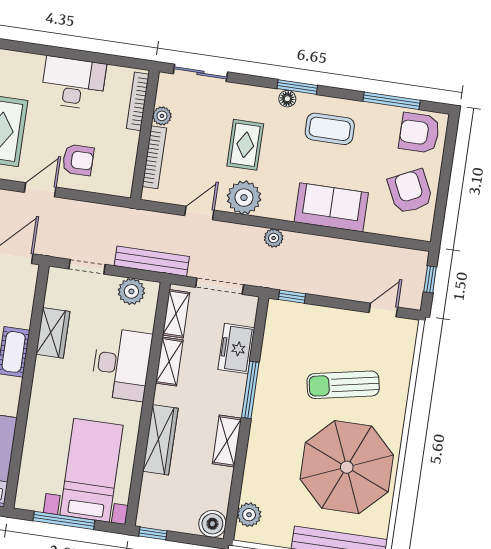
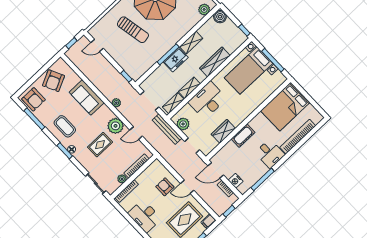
freezer: (236, 349) -> (176, 60), moved

